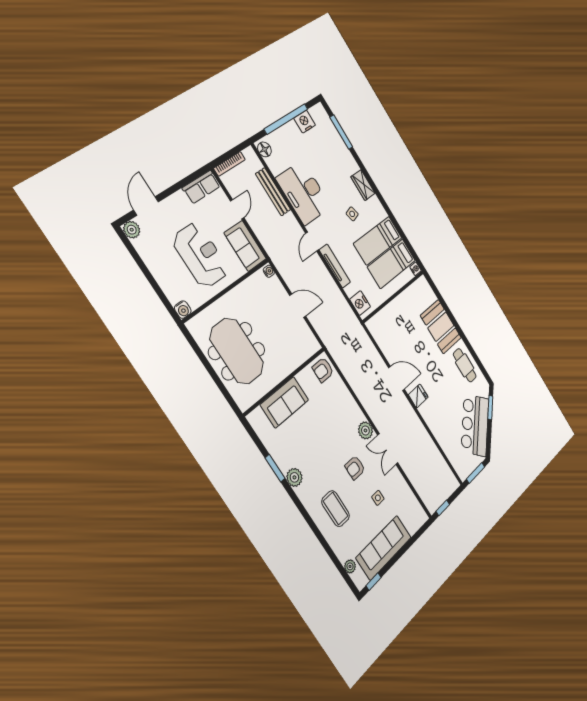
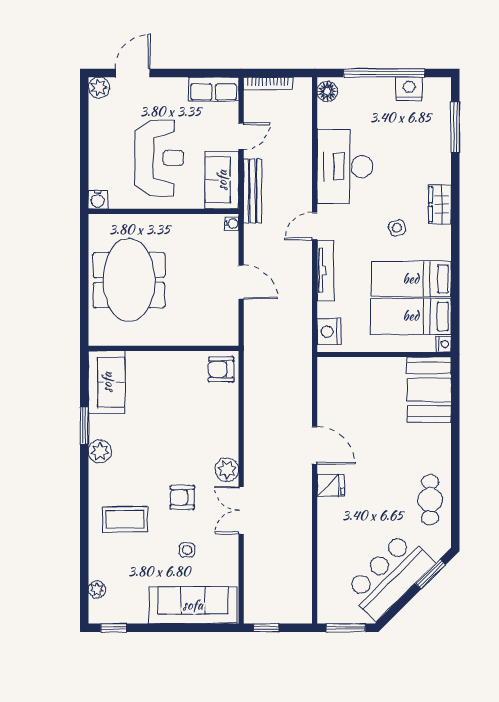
bench: (273, 192) -> (253, 191), moved
booth: (441, 327) -> (429, 390), moved
sofa: (284, 402) -> (107, 382), moved, turned -90
coffee table: (336, 509) -> (125, 519), turned 90
sofa: (384, 548) -> (193, 605), moved

